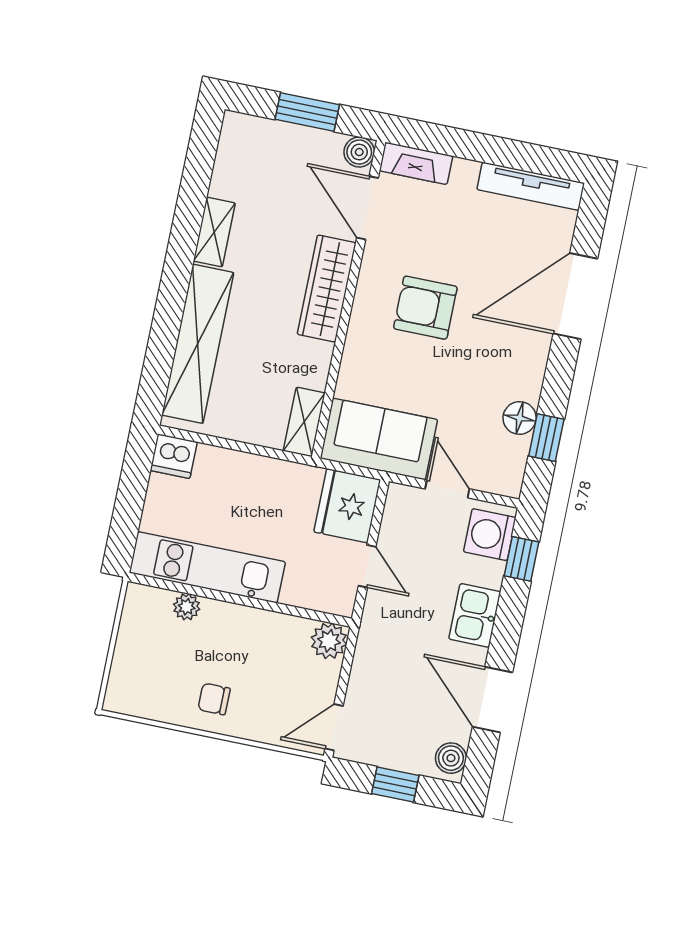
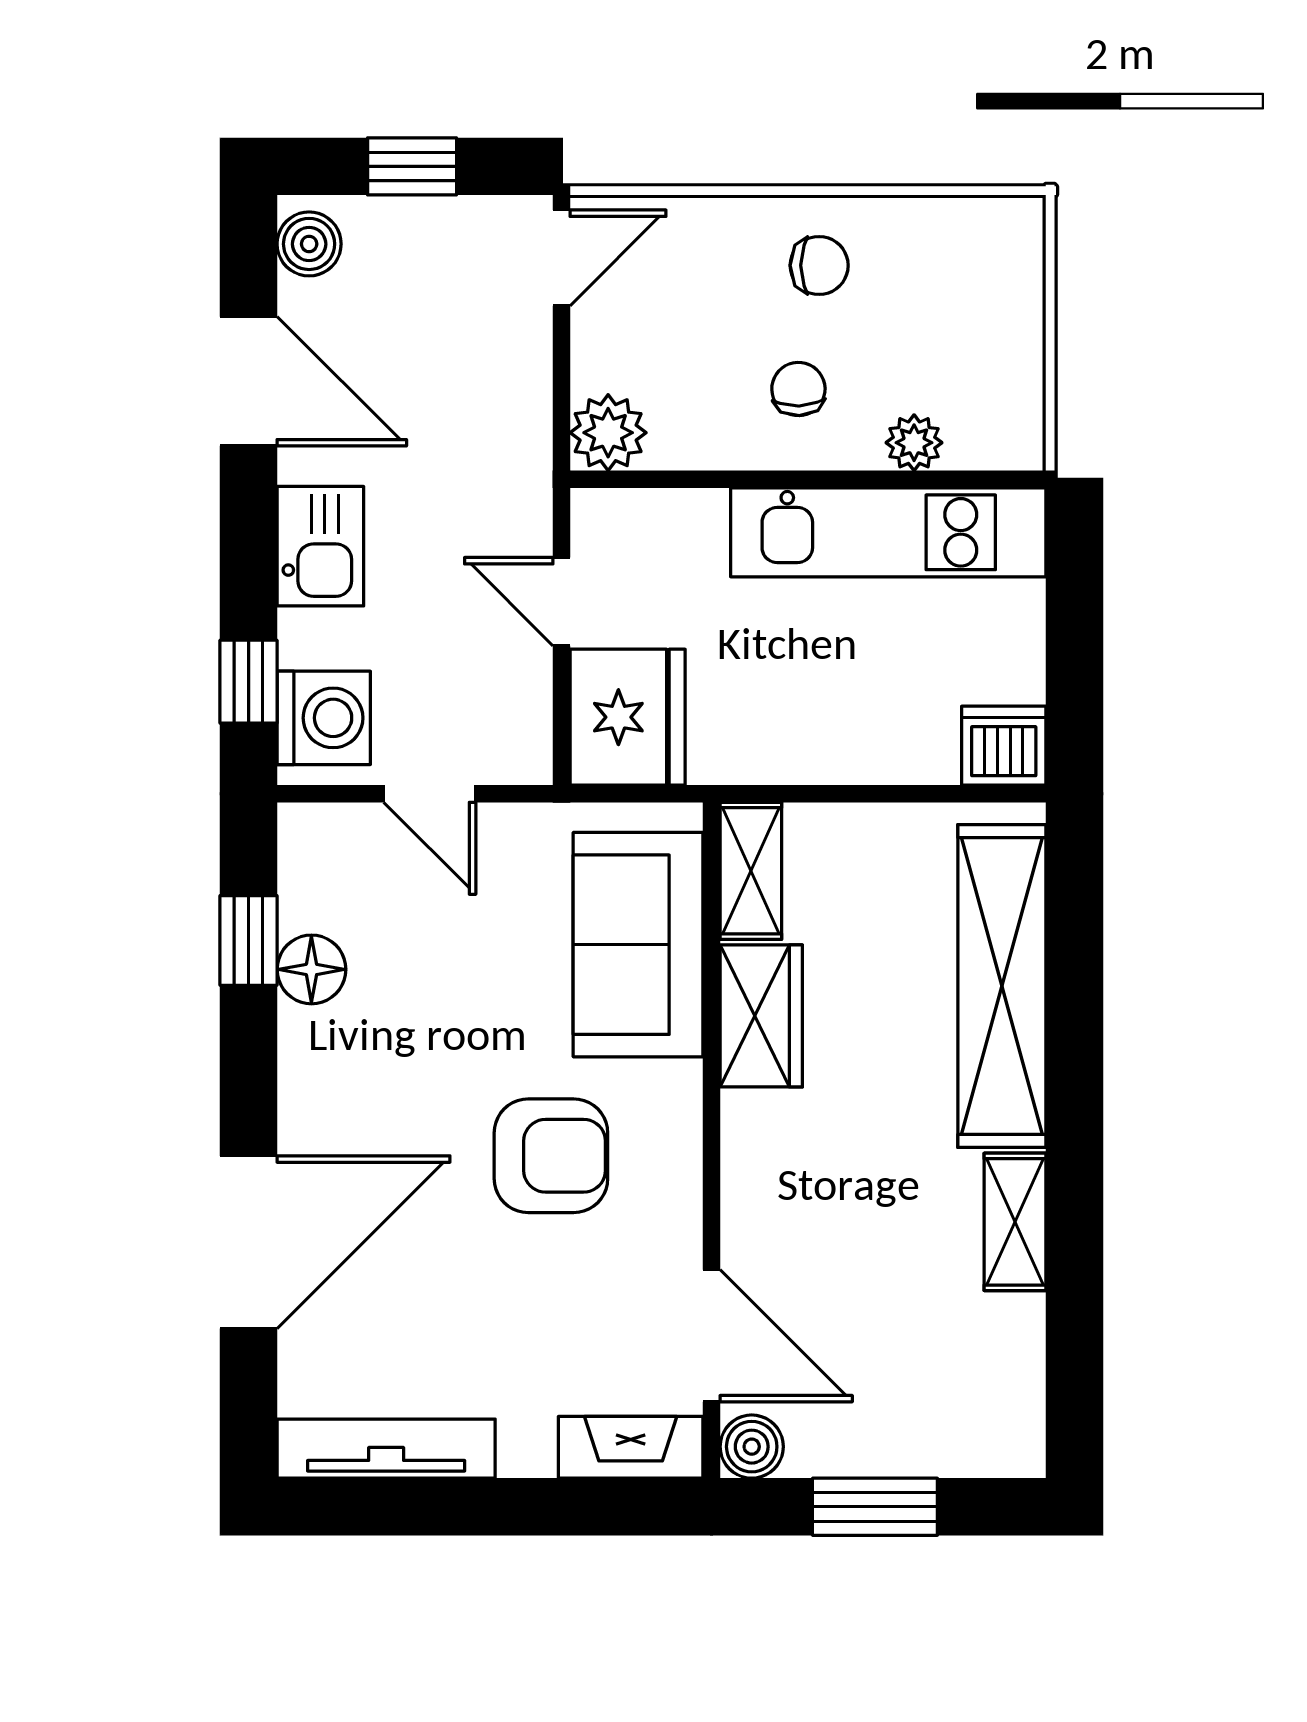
wardrobe: (327, 289) -> (761, 1016), moved, width x0.67
sofa: (379, 439) -> (638, 945), moved, turned 90
chair: (236, 643) -> (798, 389), added

